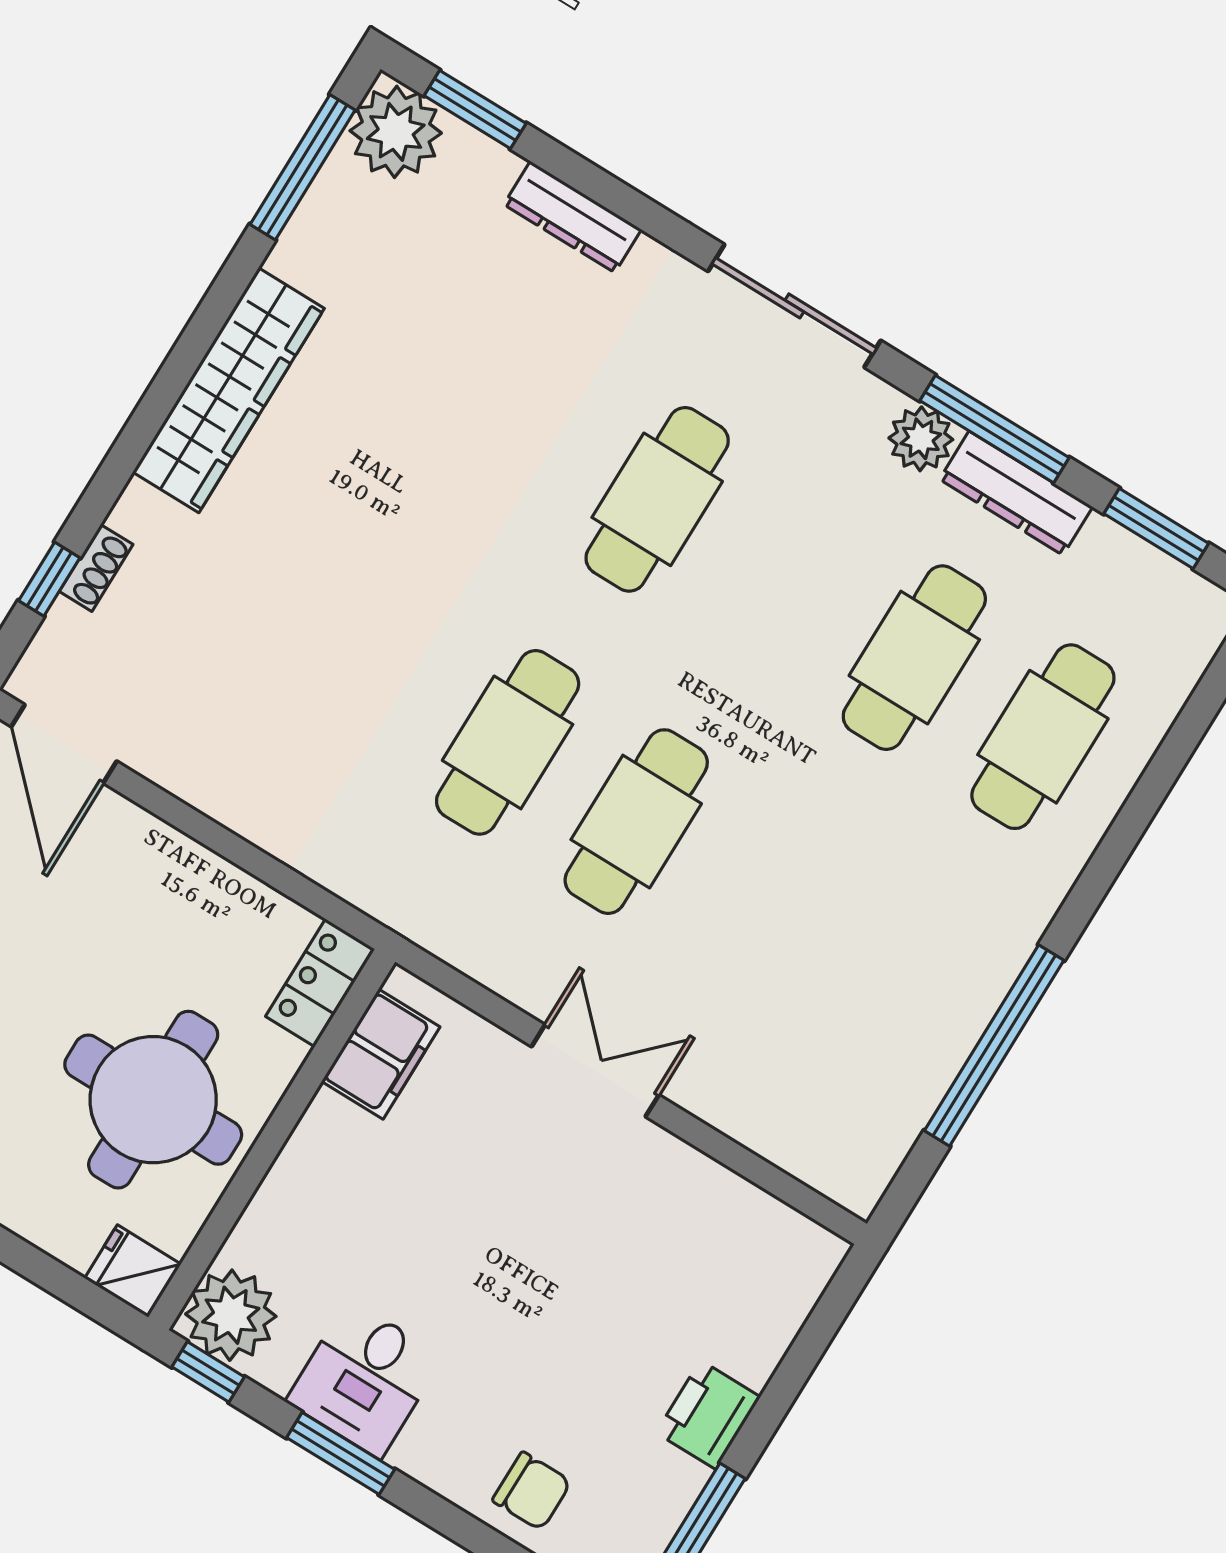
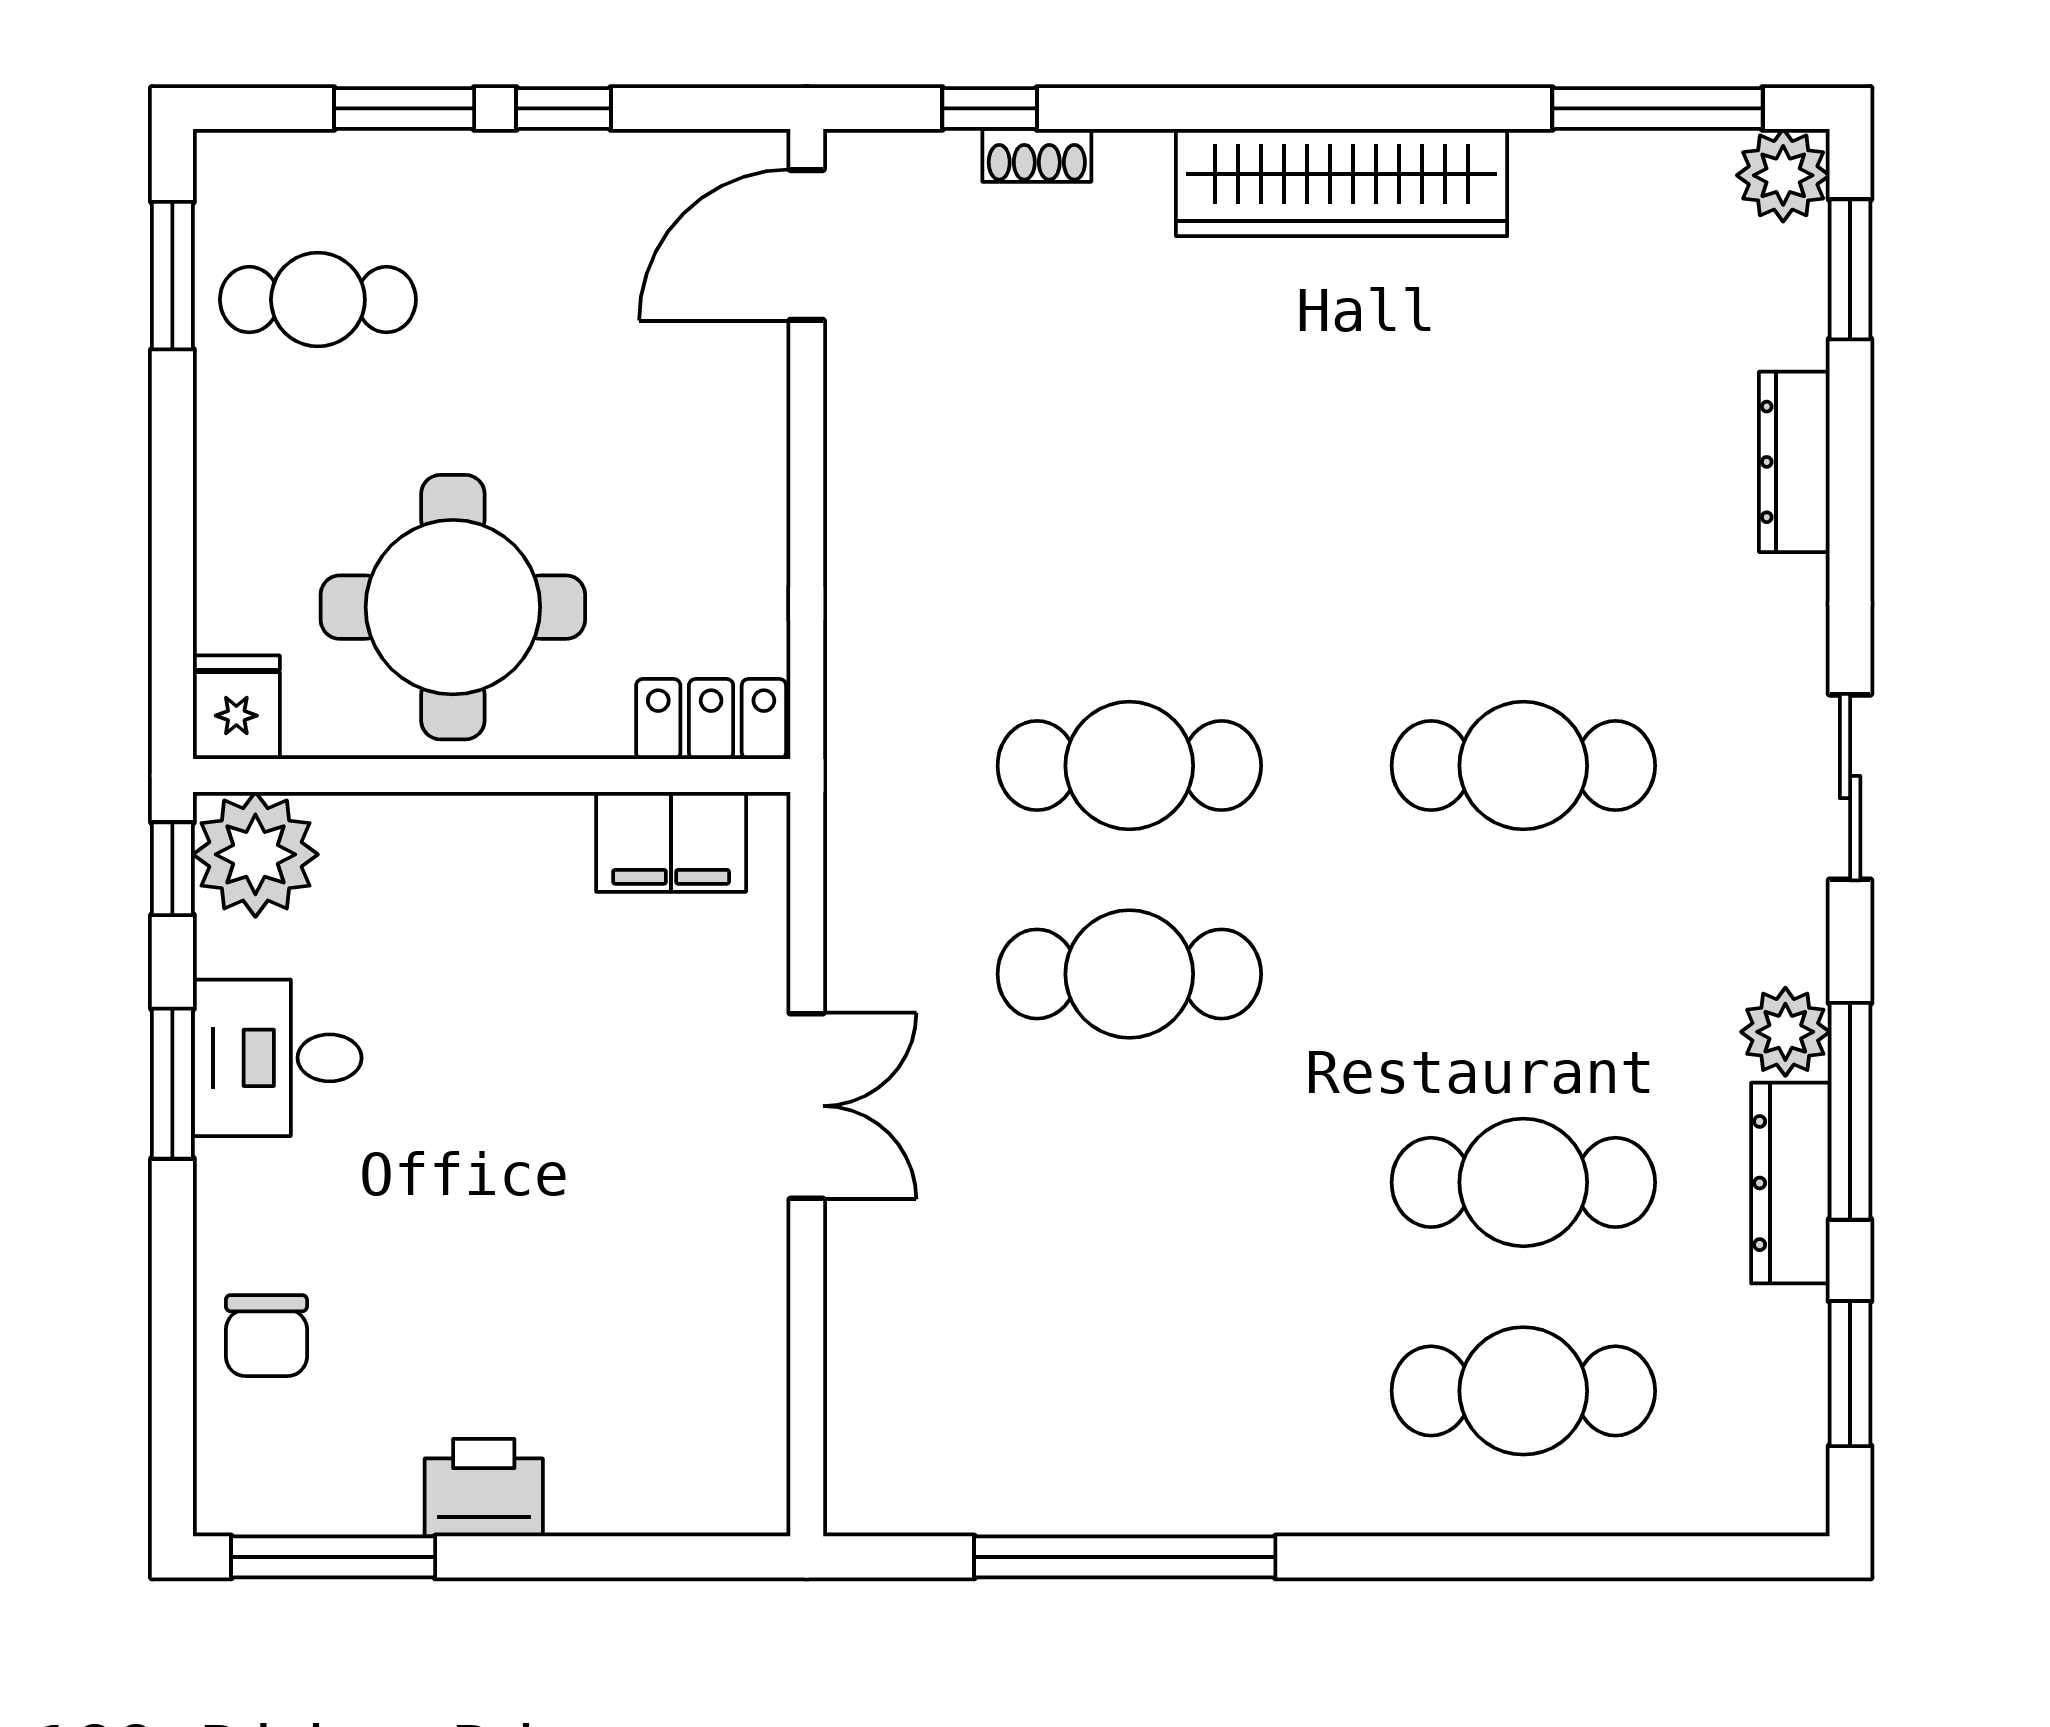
plant: (396, 132) -> (1783, 175), width x0.73, depth x0.73
sliding door: (794, 306) -> (1850, 787), width x0.73

